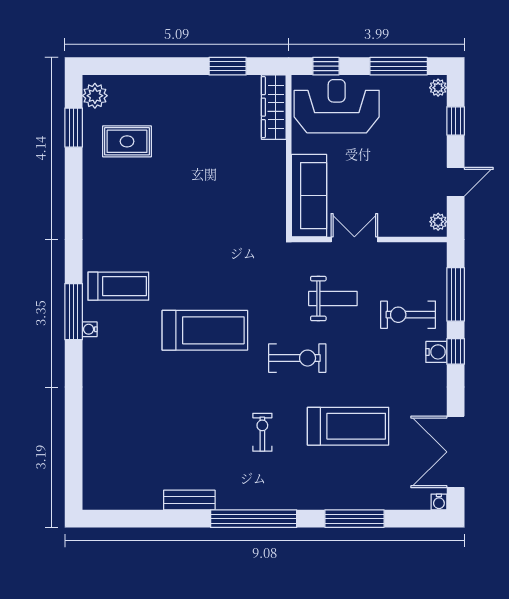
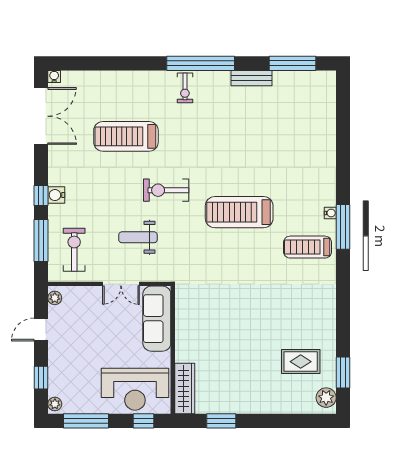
exercise bike: (408, 315) -> (74, 250), moved, turned -90
exercise bike: (262, 432) -> (185, 88), moved
window: (354, 519) -> (293, 63), moved

